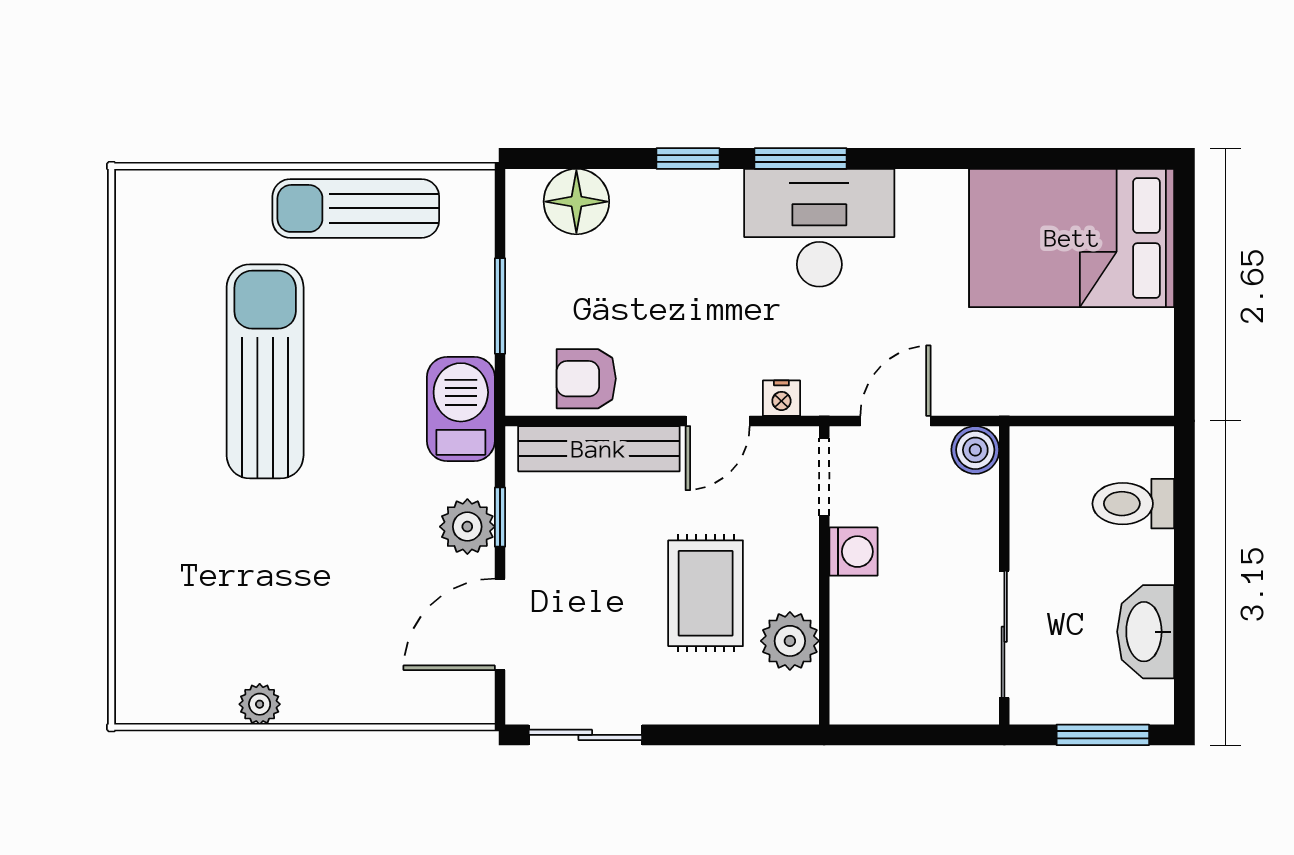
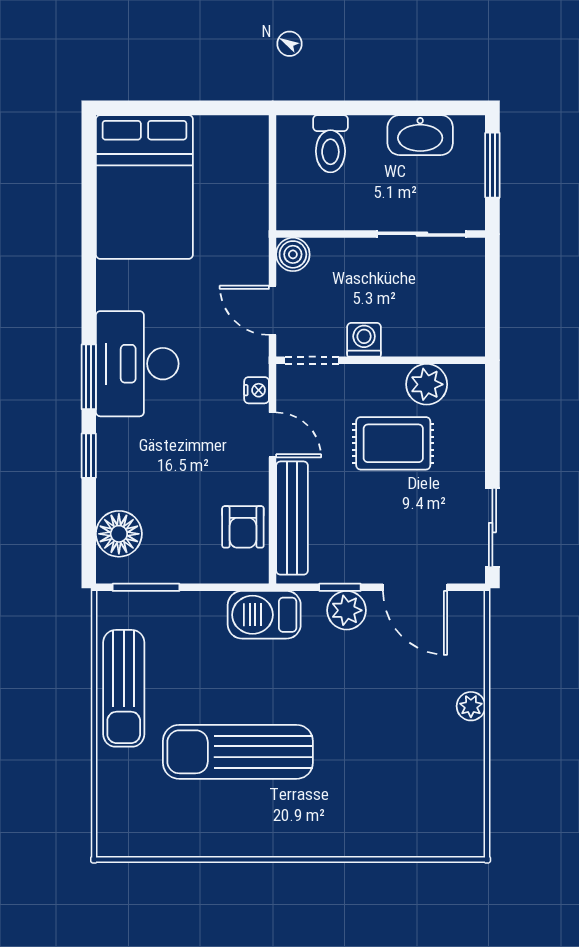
window: (500, 306) -> (146, 587), moved
plant: (260, 704) -> (471, 706), moved

